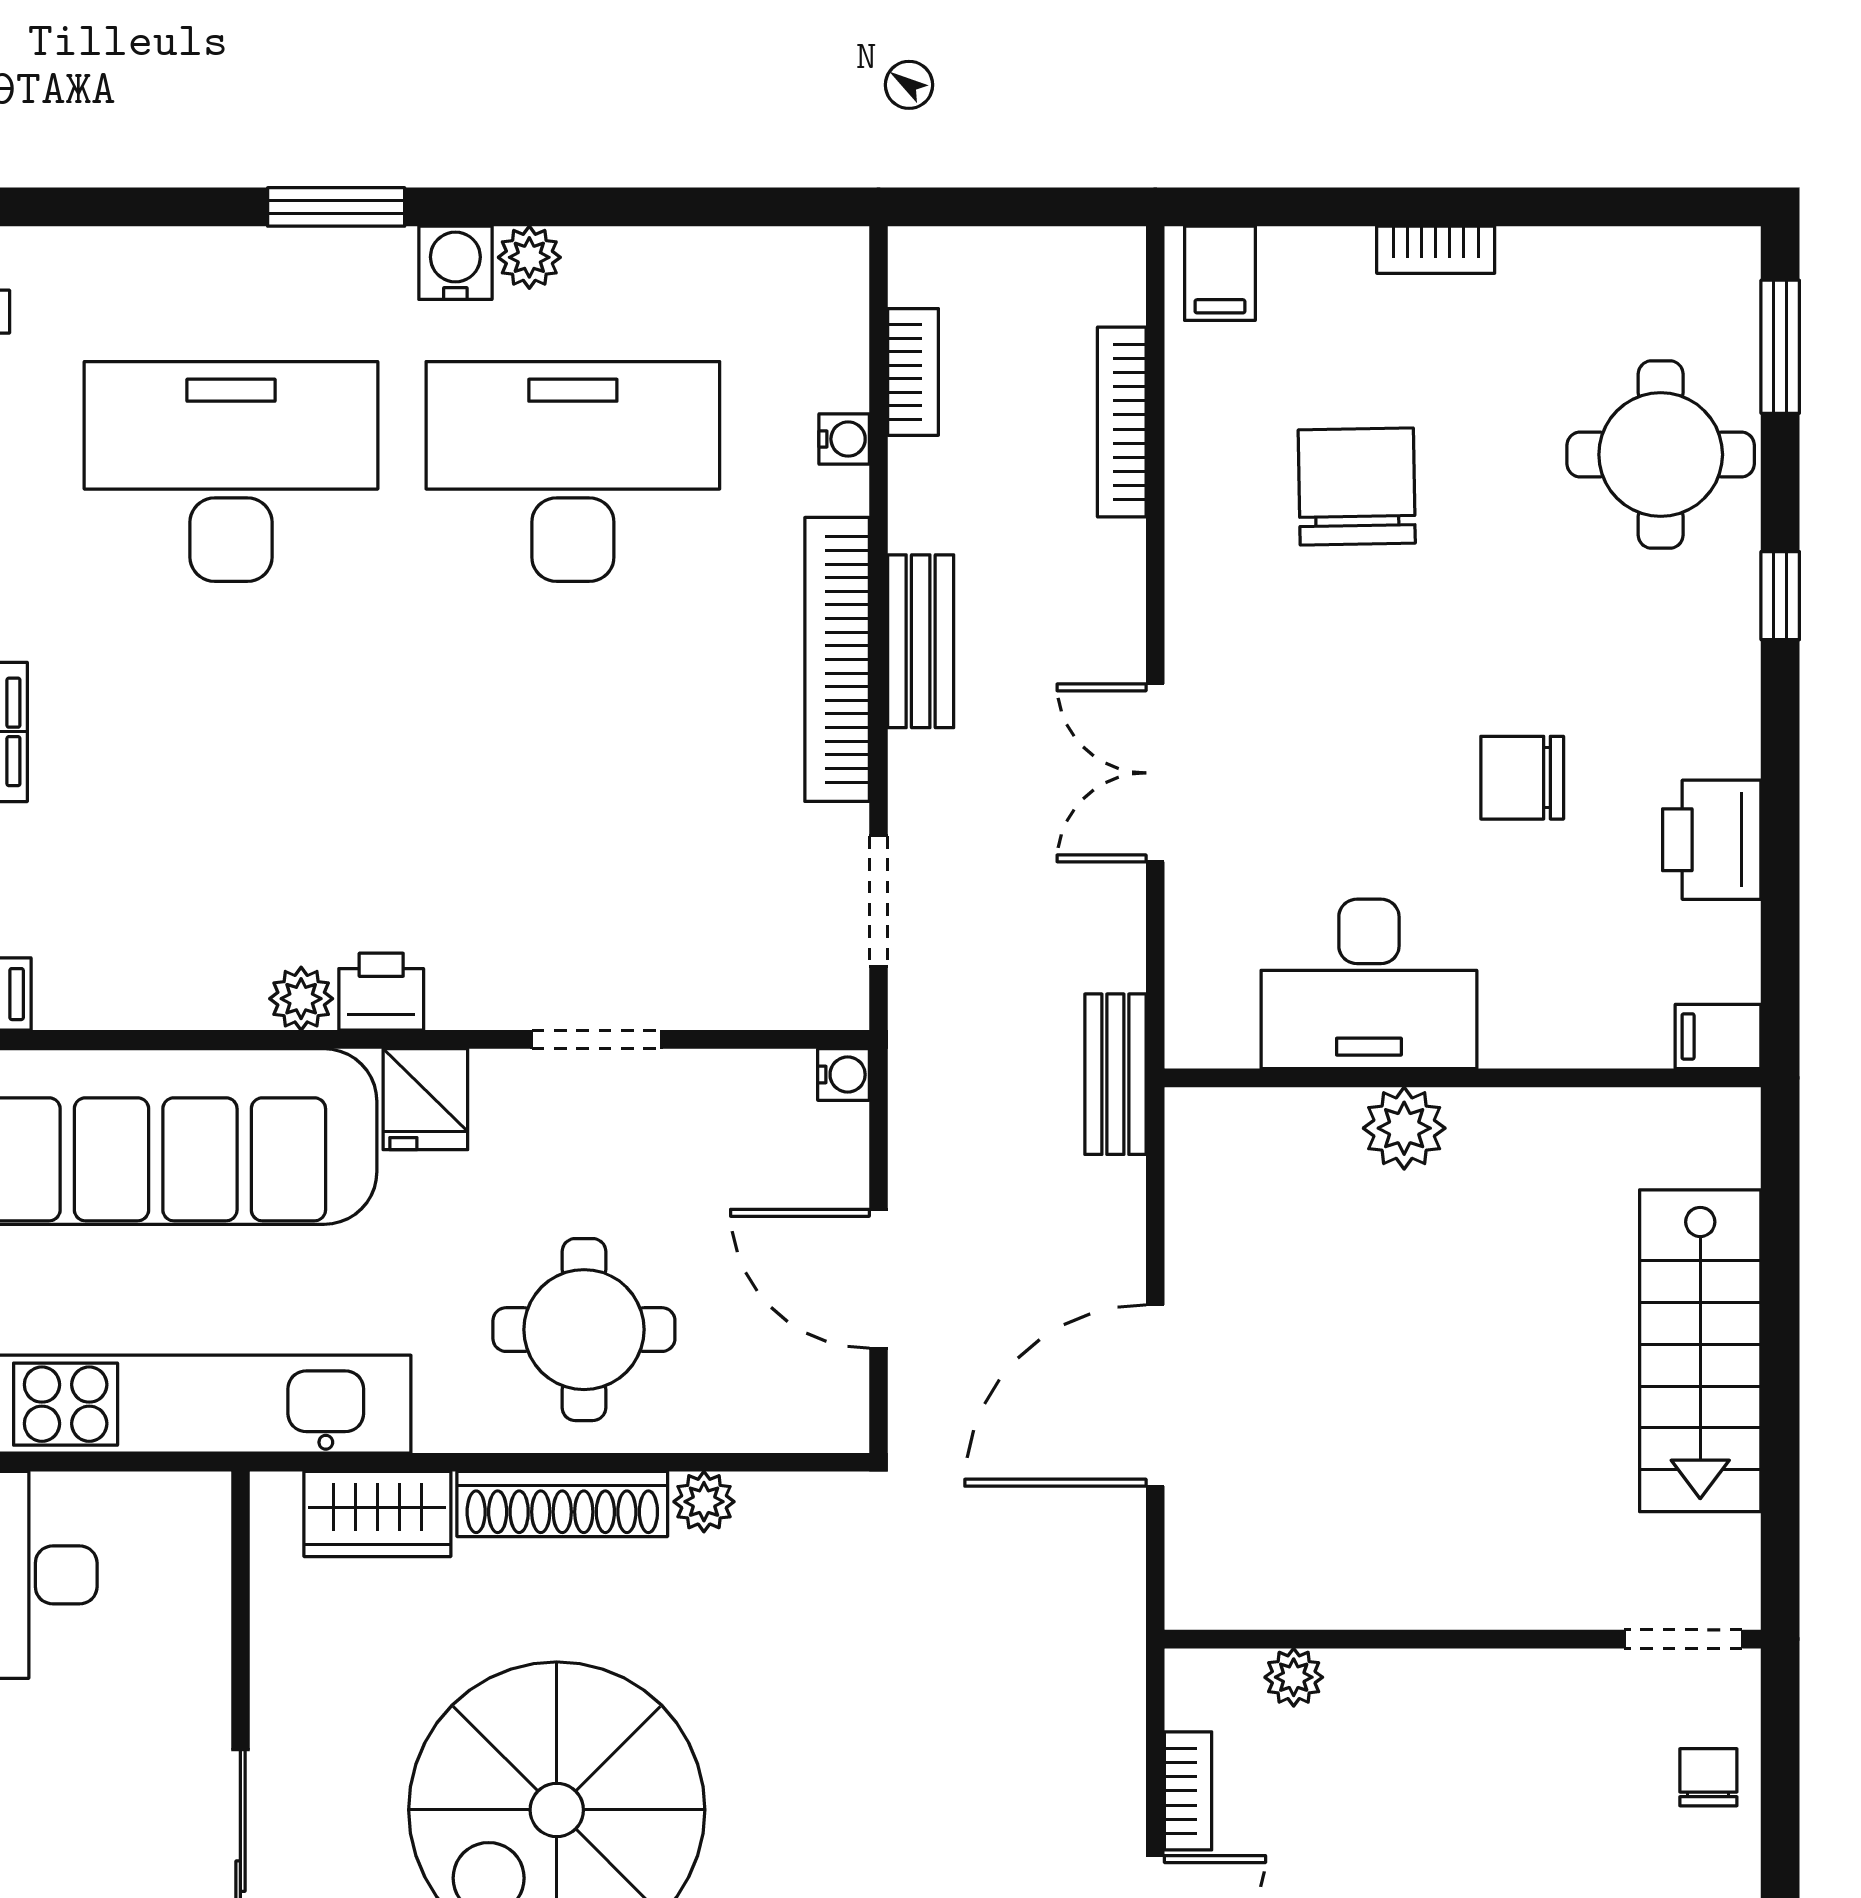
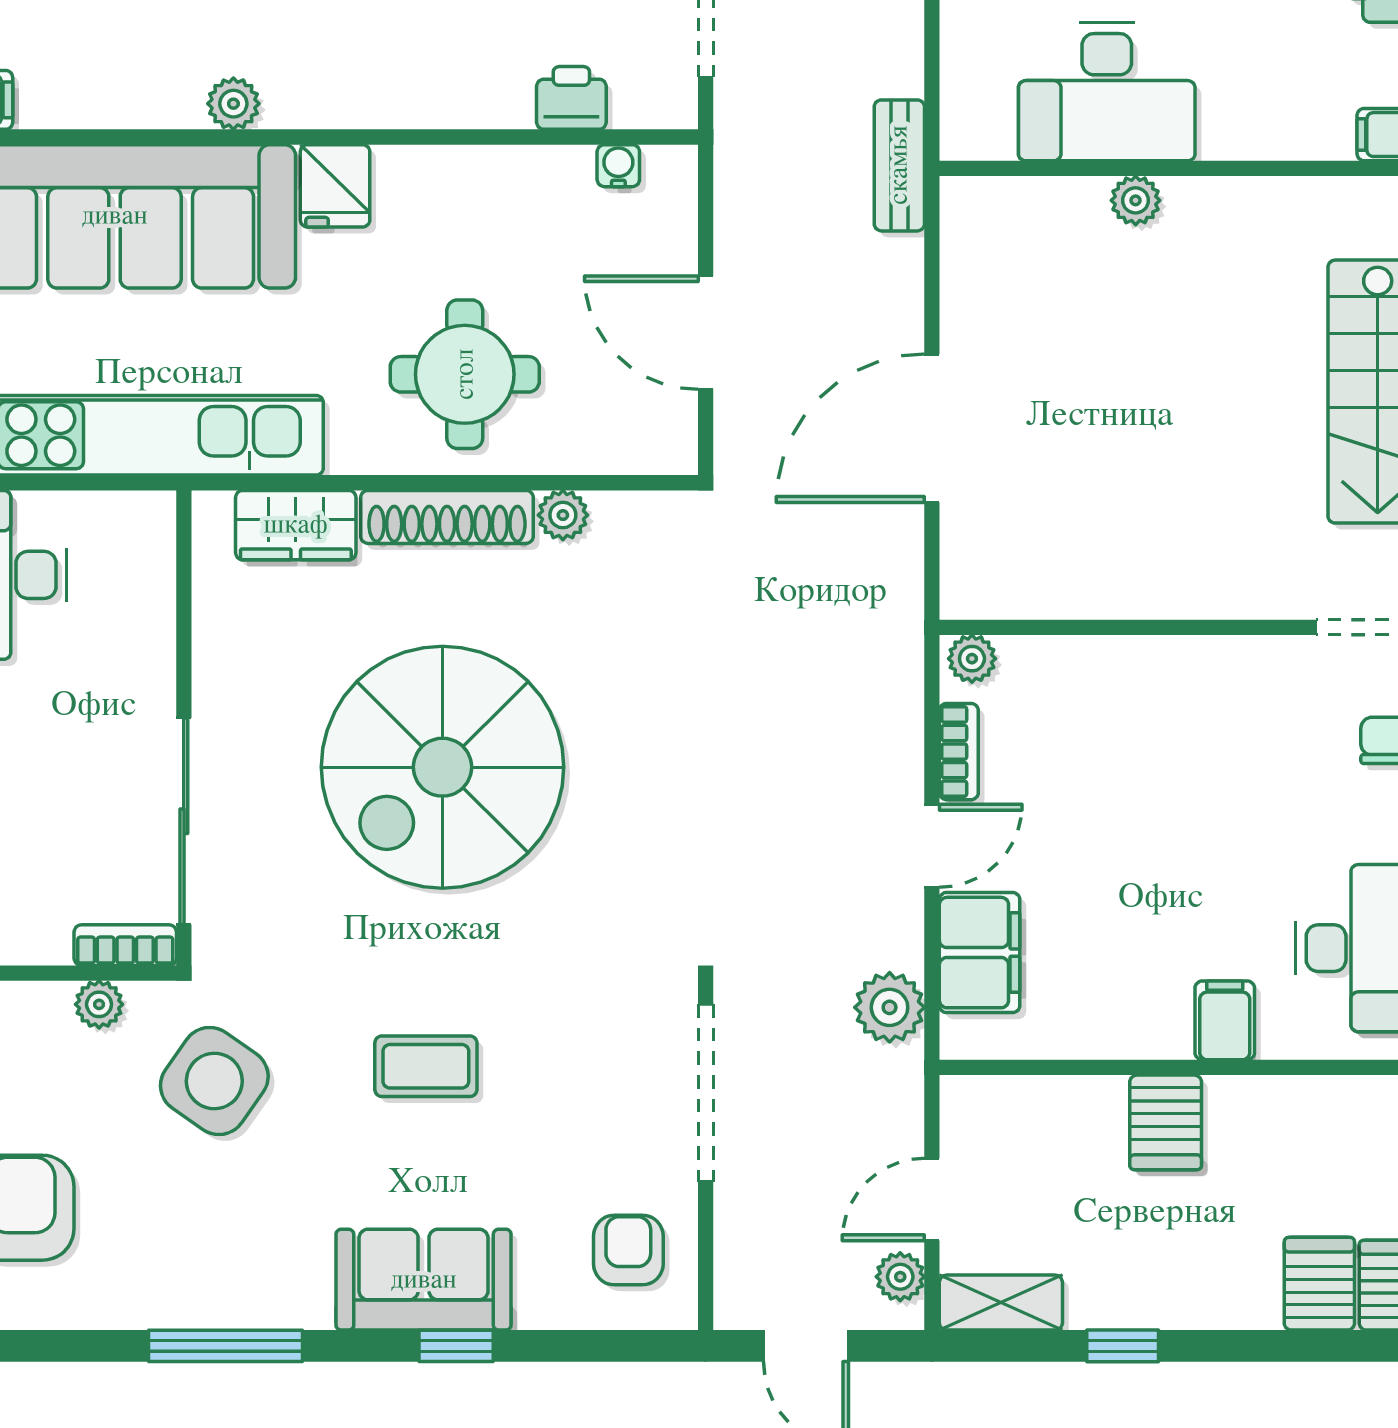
printer: (381, 992) -> (571, 98), moved
doorway: (596, 1039) -> (475, 137), removed
water cooler: (843, 1075) -> (618, 166), moved, turned -90
plant: (1404, 1128) -> (1136, 200), width x0.73, depth x0.73
plant: (1294, 1677) -> (972, 659), moved

